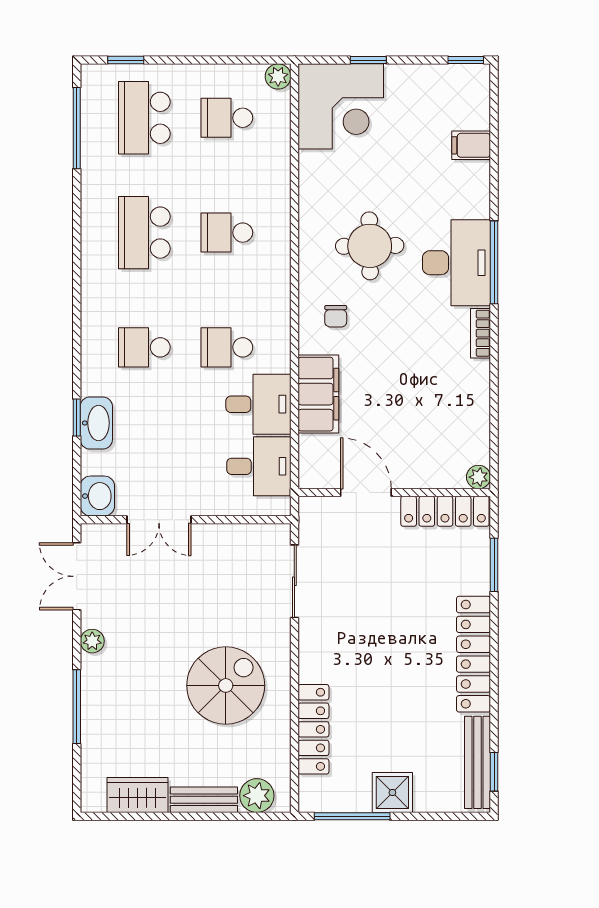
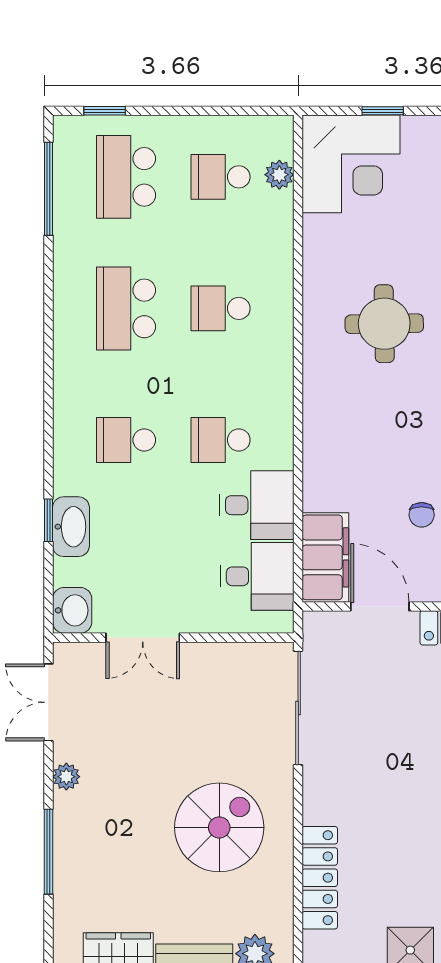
plant: (278, 76) -> (279, 175), moved
chair: (336, 316) -> (422, 515), moved
filing cabinet: (318, 394) -> (325, 557), moved
sliding door: (294, 581) -> (298, 708), width x1.37

